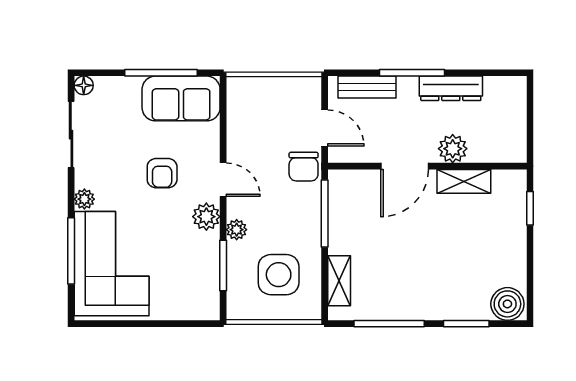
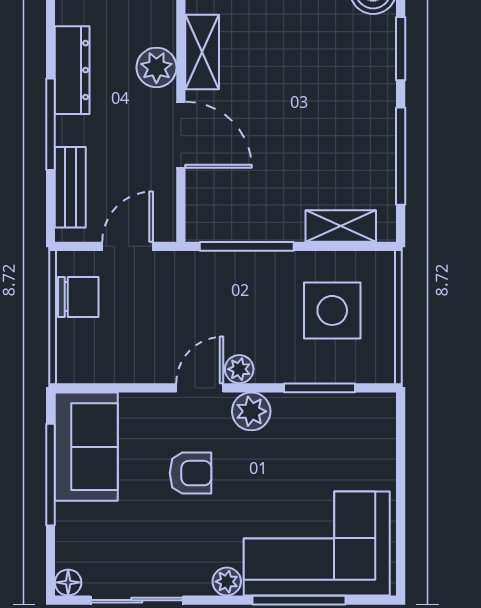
chair: (304, 167) -> (78, 297), moved
plant: (237, 230) -> (239, 369), moved

